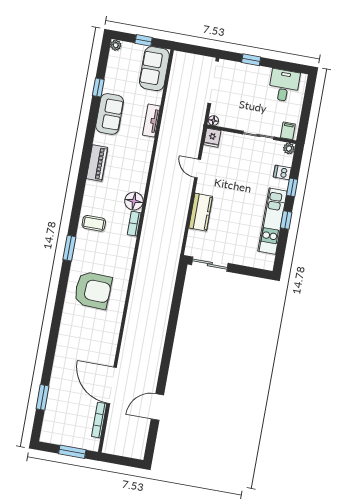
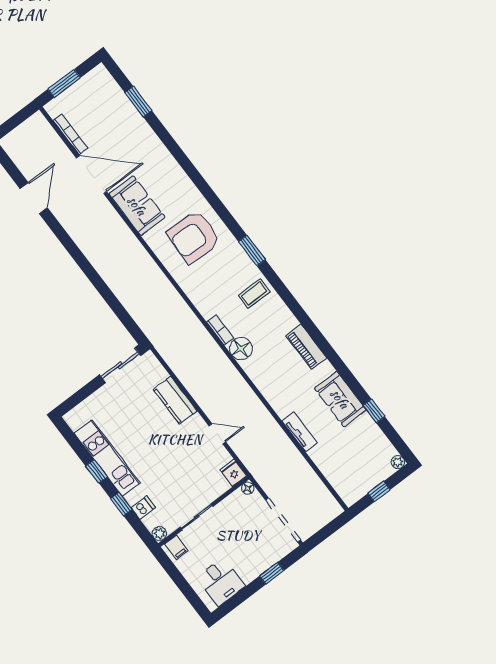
sofa: (154, 69) -> (137, 206), moved

